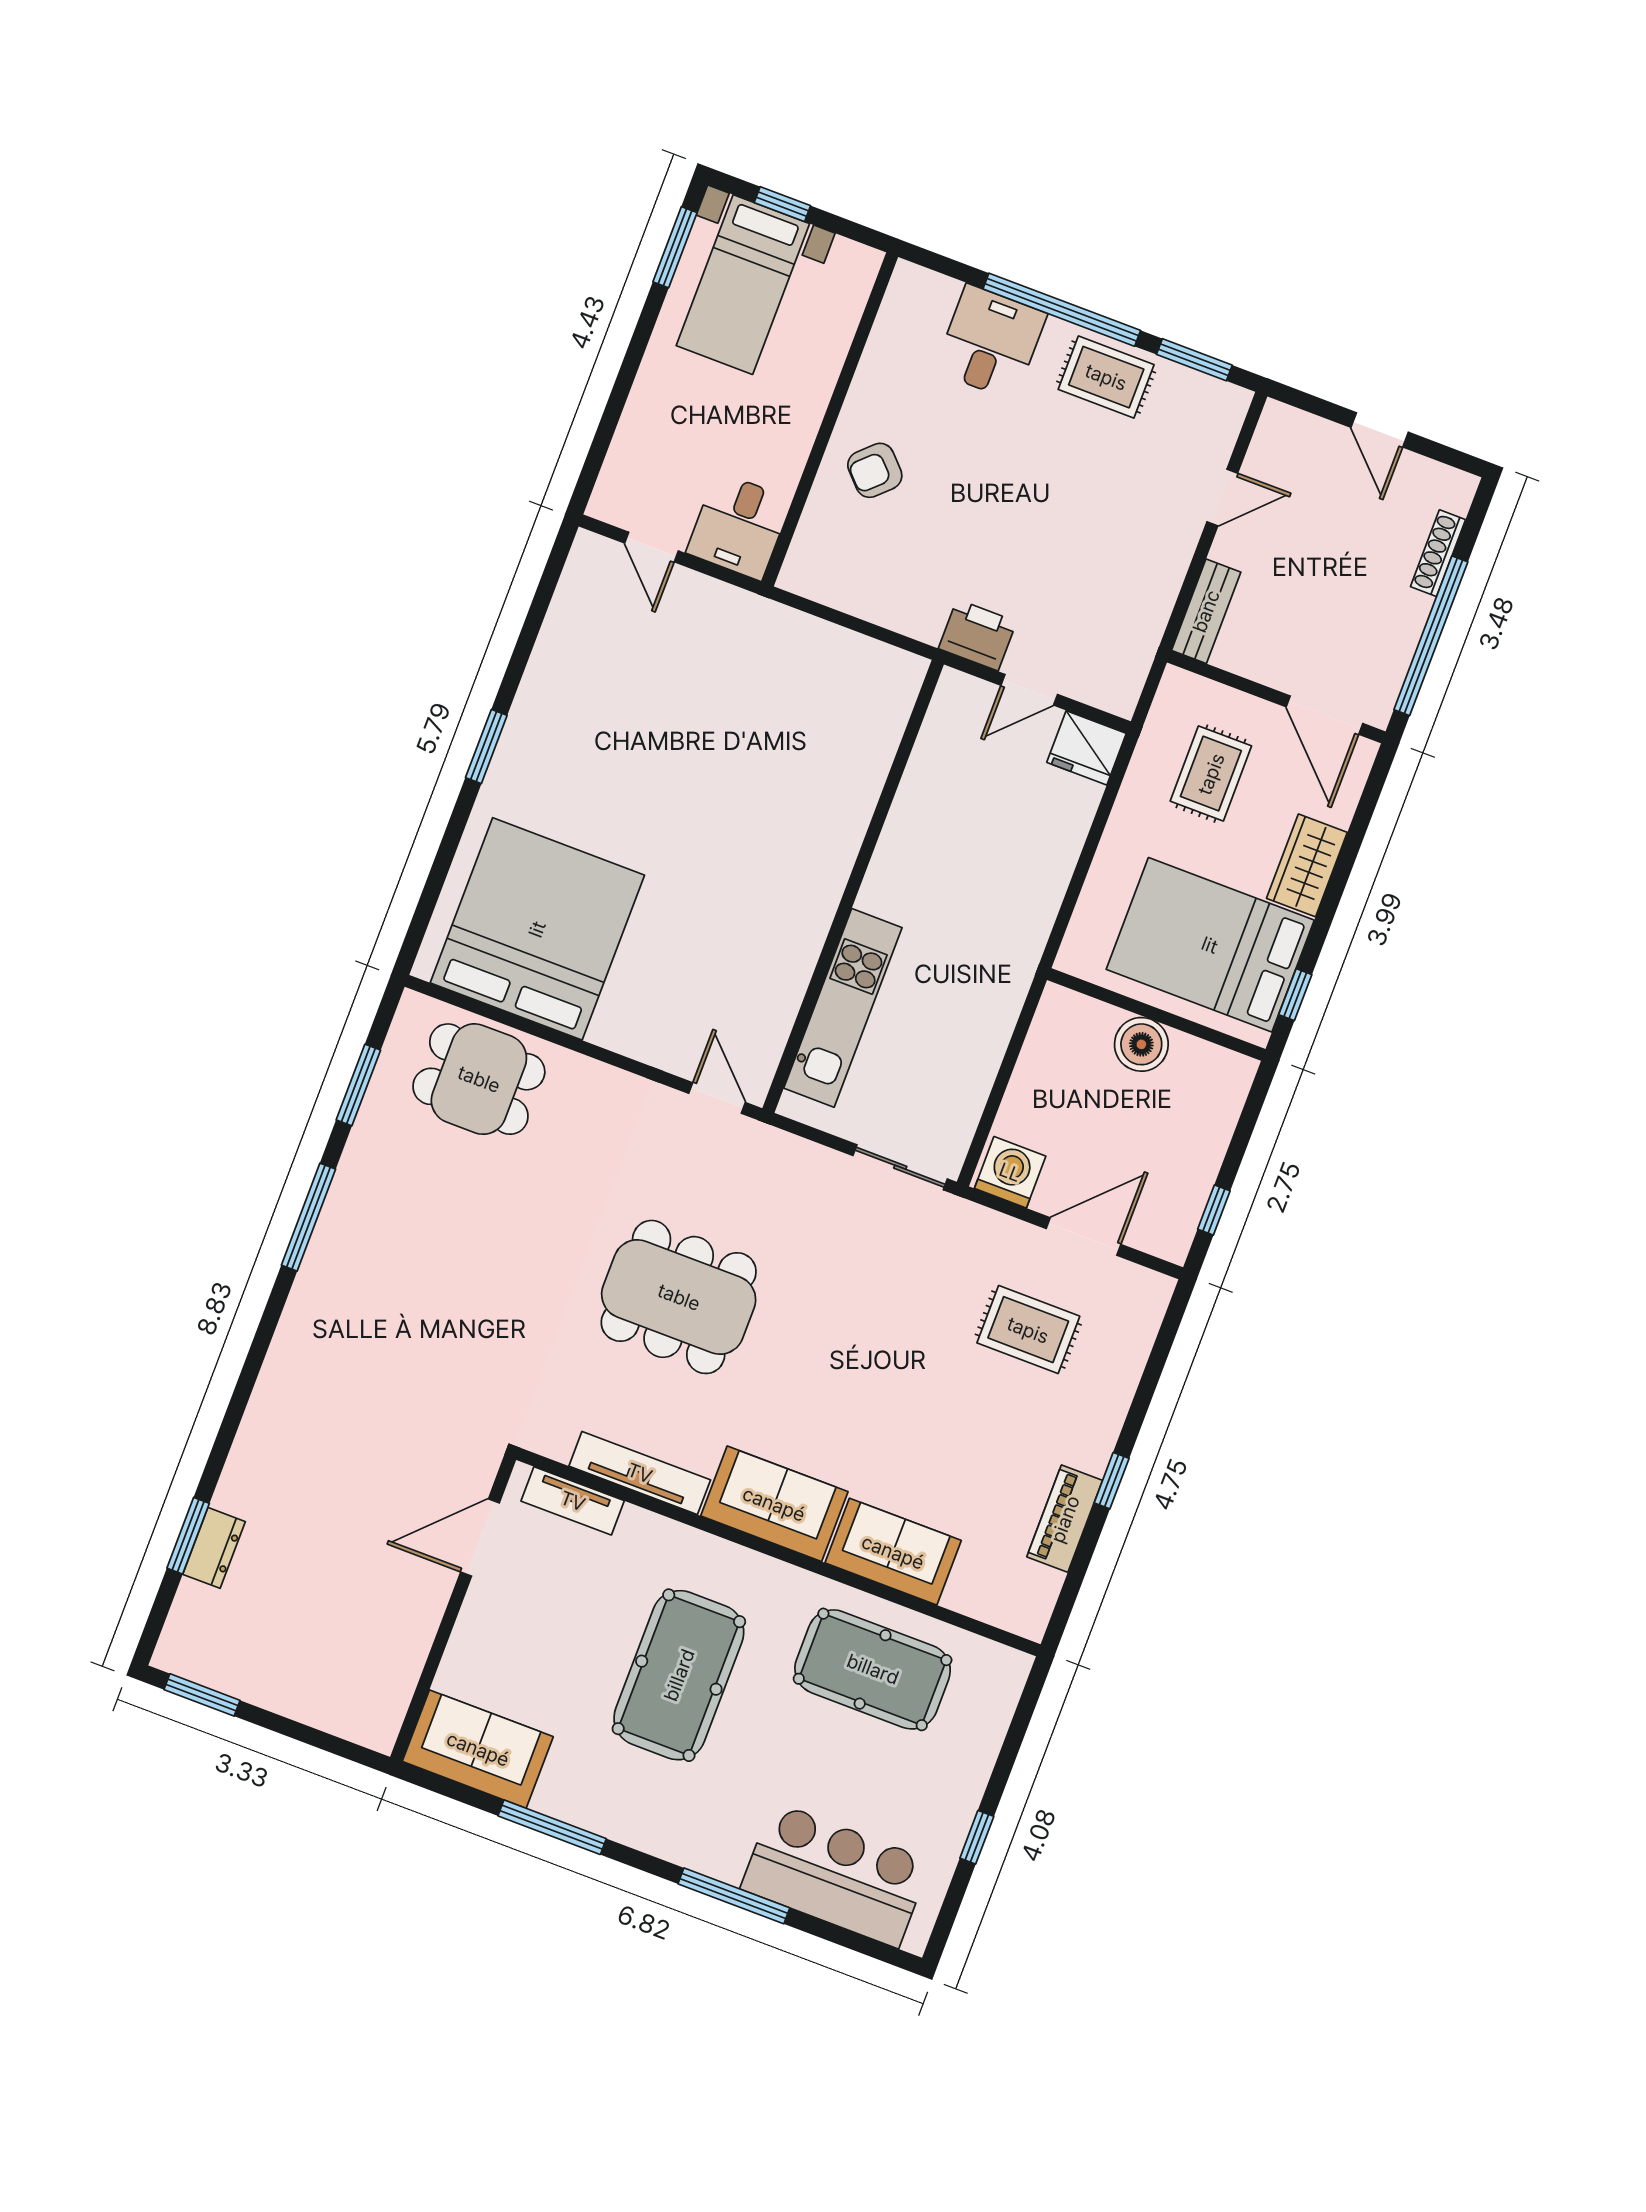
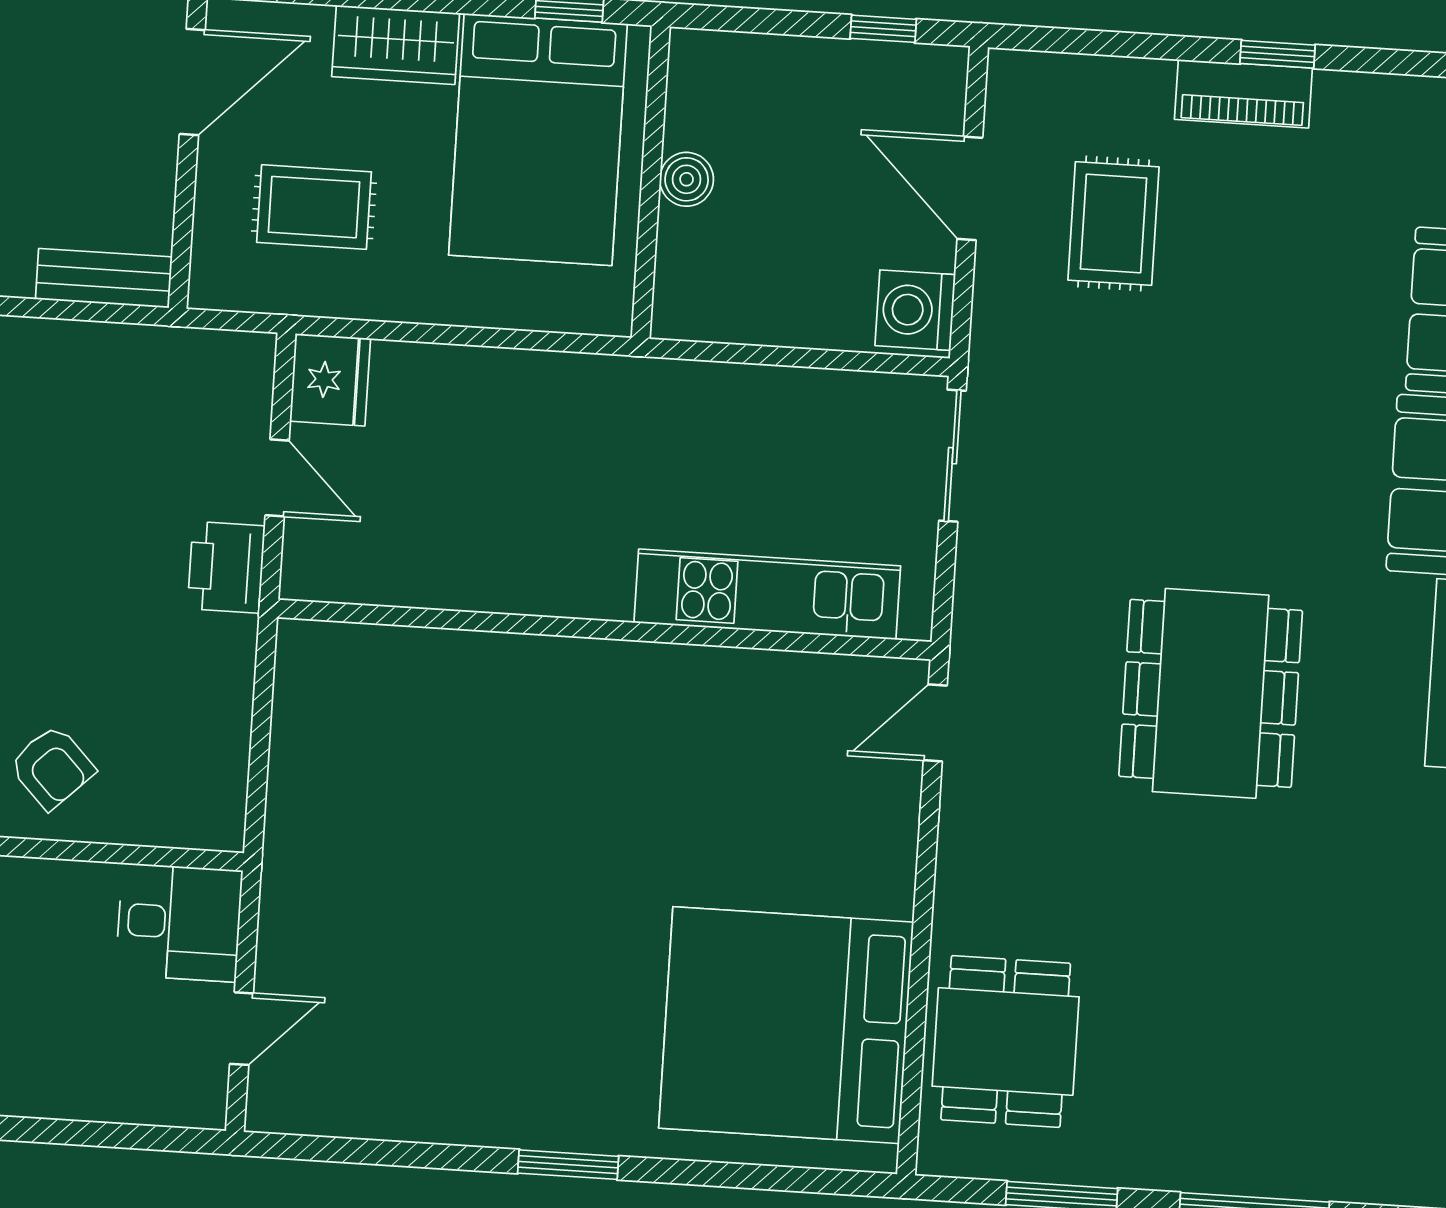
boiler: (1141, 1044) -> (687, 179), width x0.73, depth x0.73
piano: (1065, 1519) -> (1243, 94), moved

